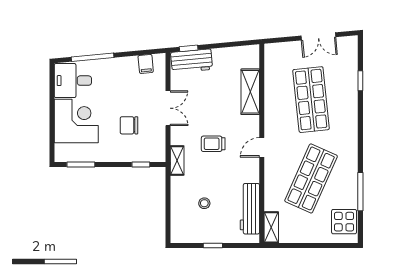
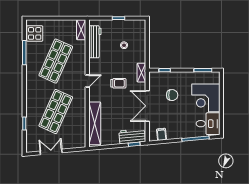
shelving: (250, 92) -> (95, 123), width x1.47
shop shelf: (311, 100) -> (56, 112), turned 30
double door: (168, 108) -> (147, 106), width x1.37

